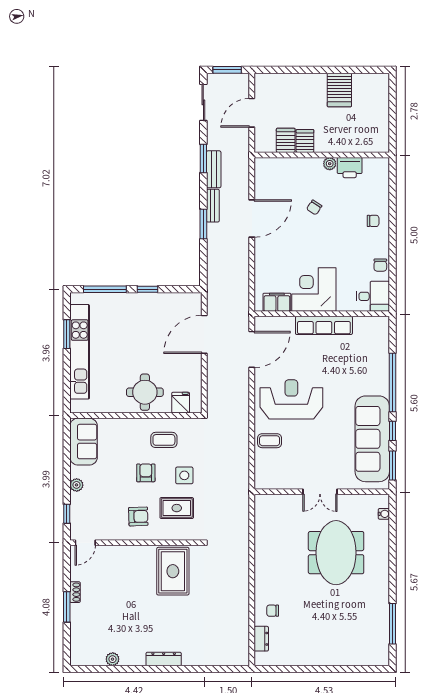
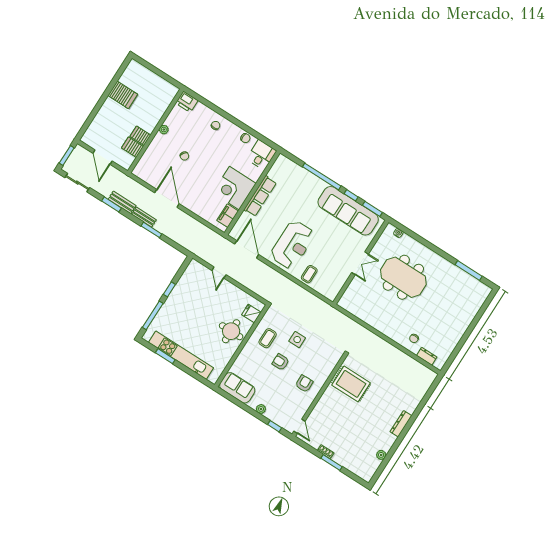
printer: (350, 168) -> (187, 102), moved, turned 90
door: (204, 334) -> (219, 273), width x0.53
reception desk: (291, 399) -> (293, 245), turned 180
rug: (177, 508) -> (314, 357), removed

